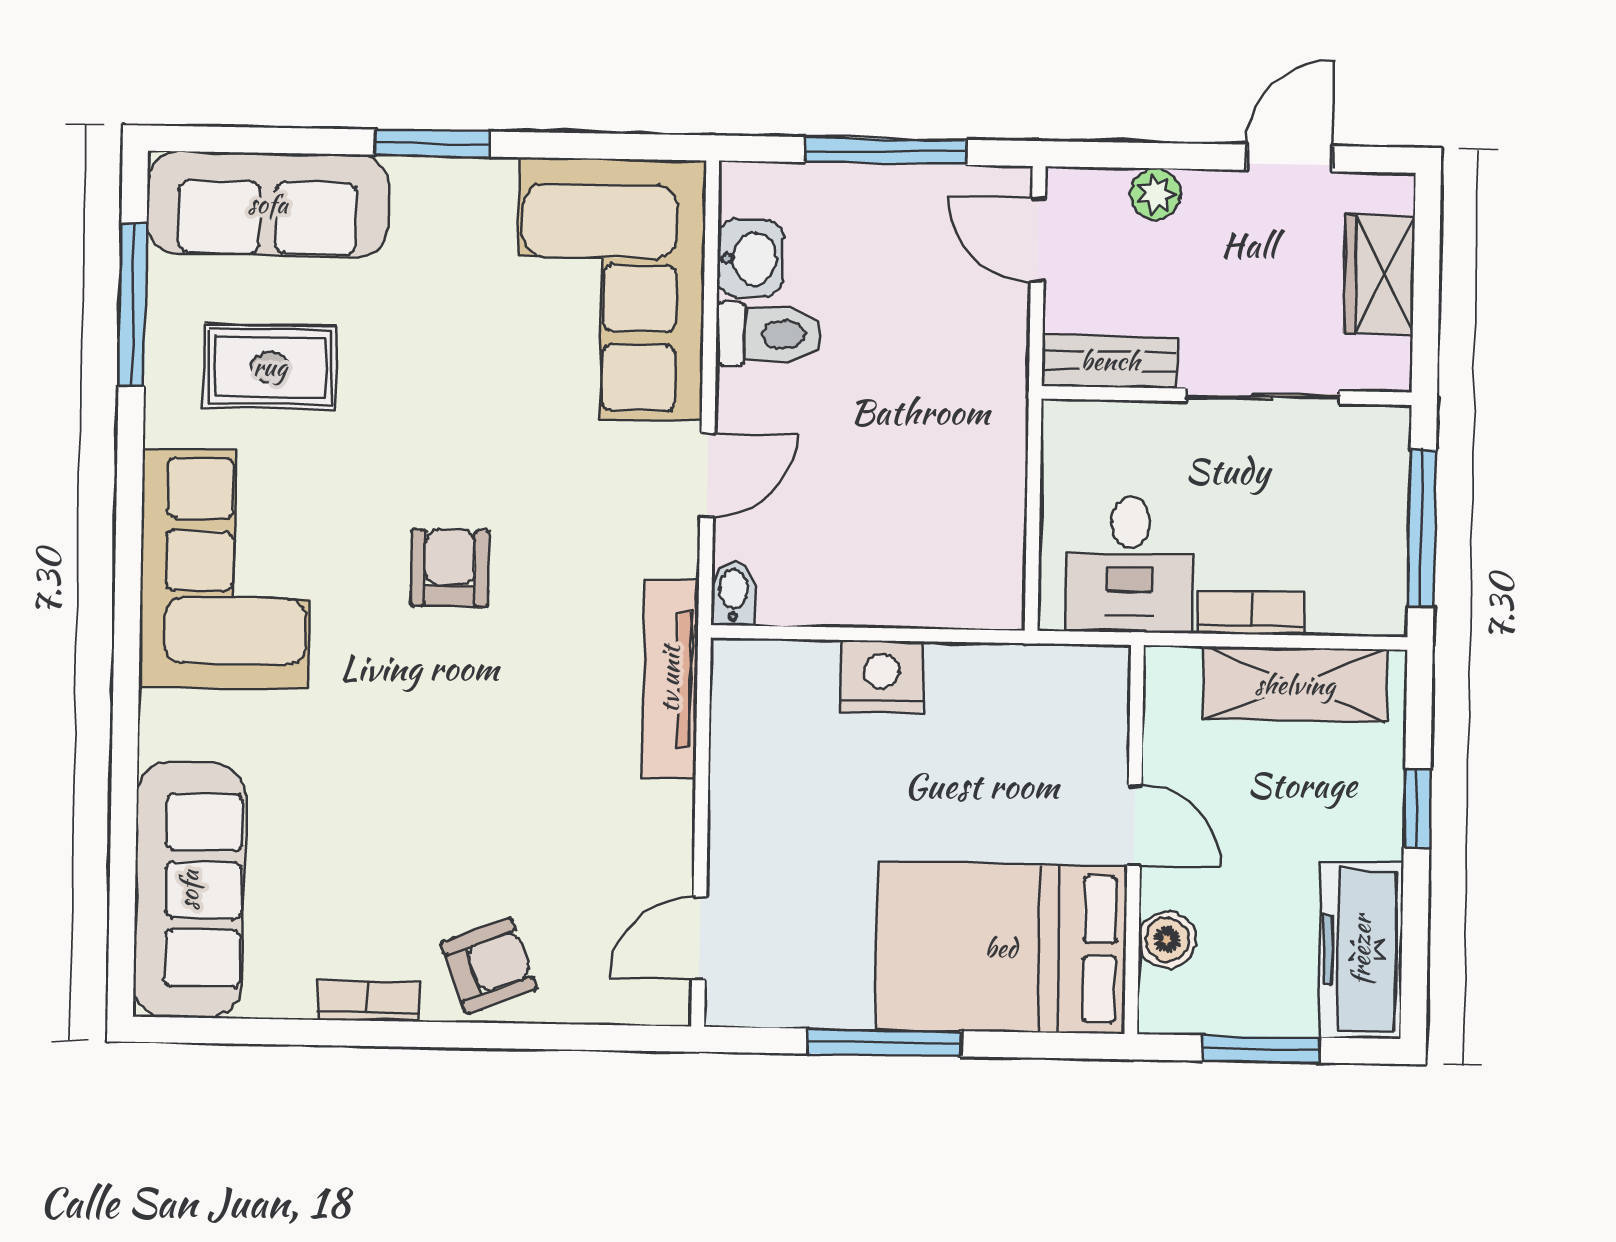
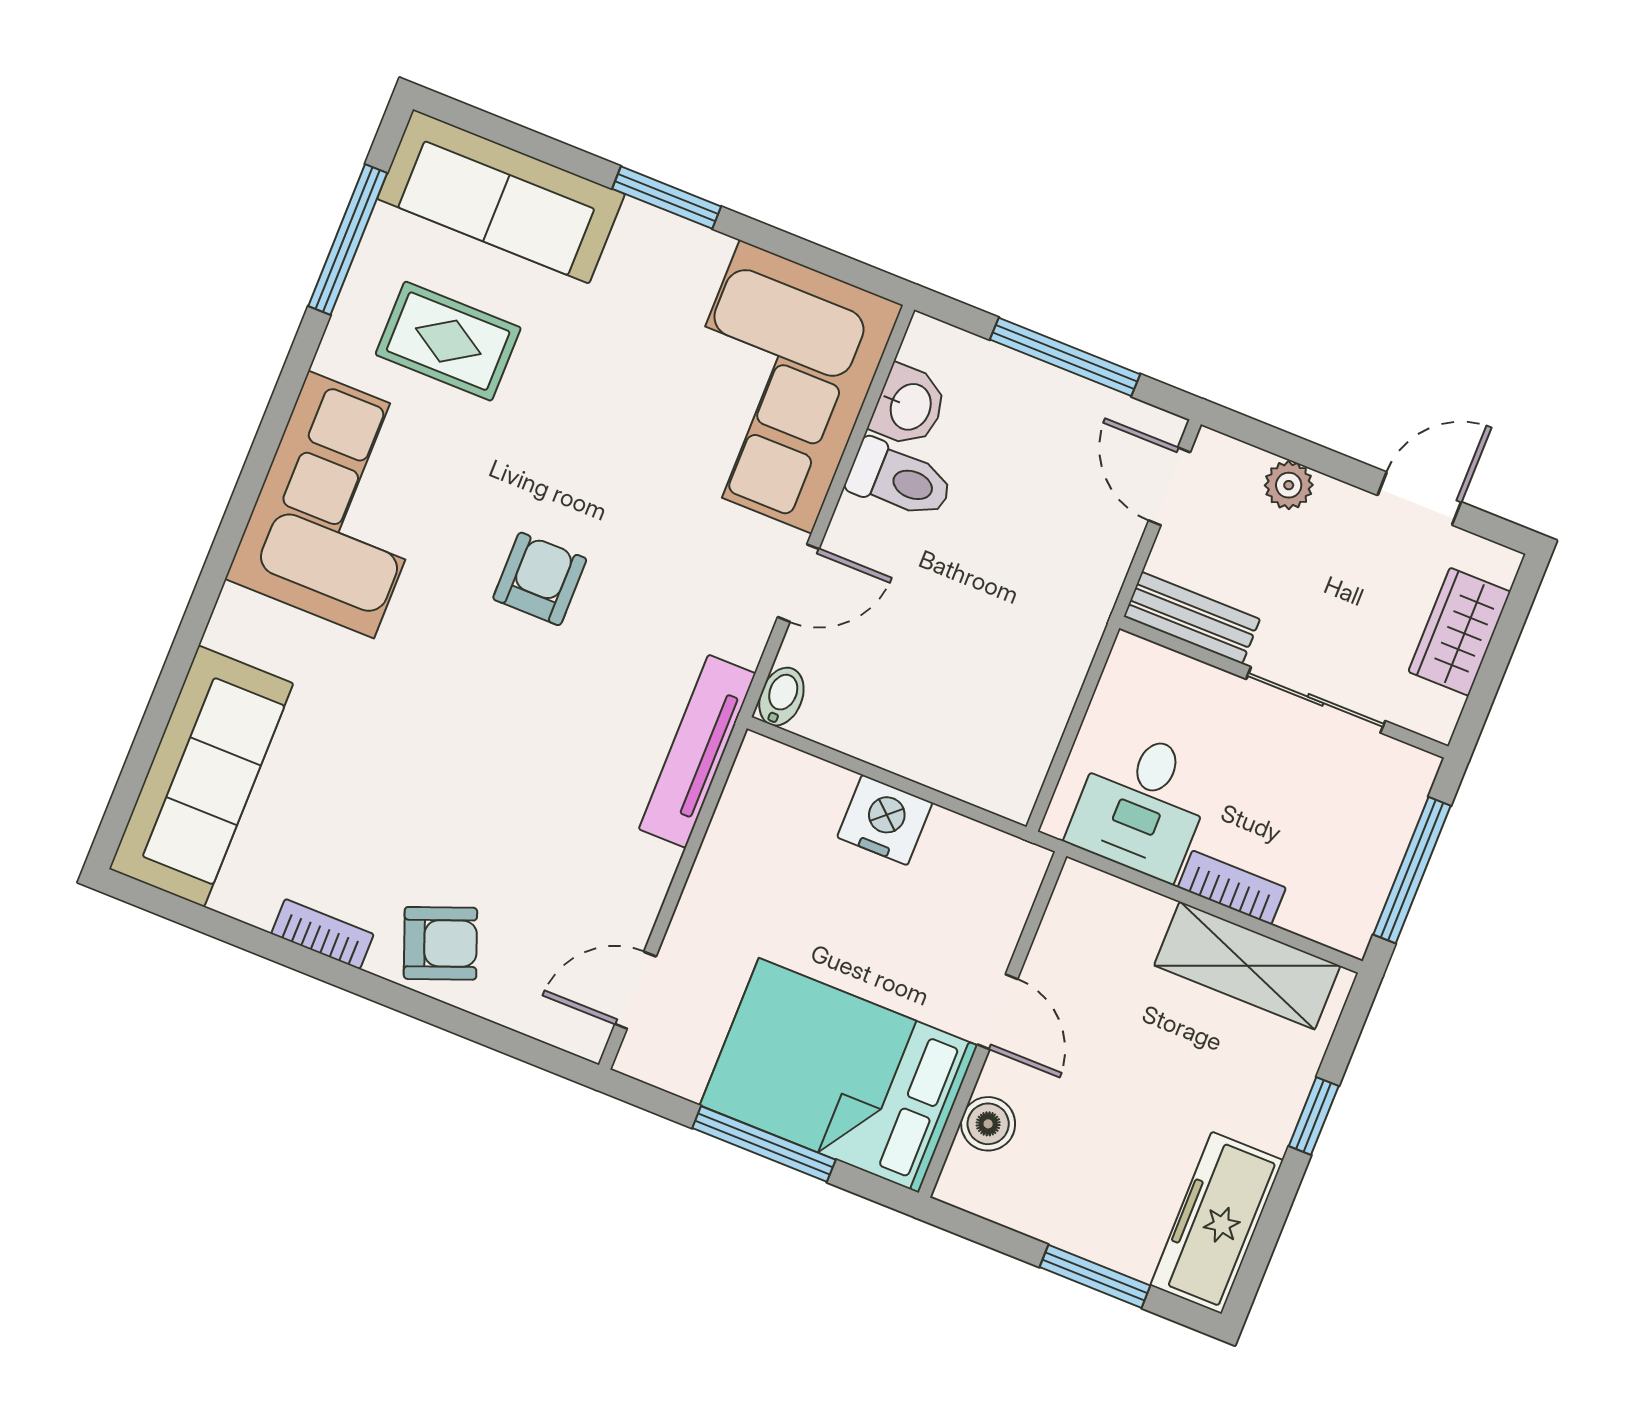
door: (1134, 825) -> (998, 1012), moved
wall: (1134, 840) -> (992, 1024), moved
boiler: (1167, 940) -> (988, 1124), moved
bed: (1001, 948) -> (839, 1075), moved

